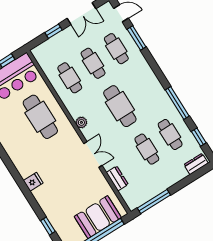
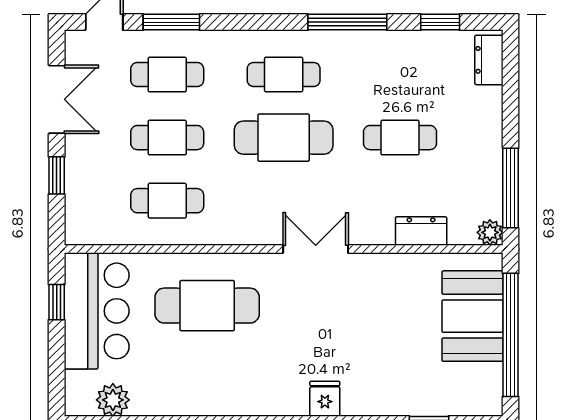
plant: (81, 122) -> (490, 232), moved
cafe table: (170, 134) -> (284, 75), moved
double door: (93, 155) -> (316, 249), moved

